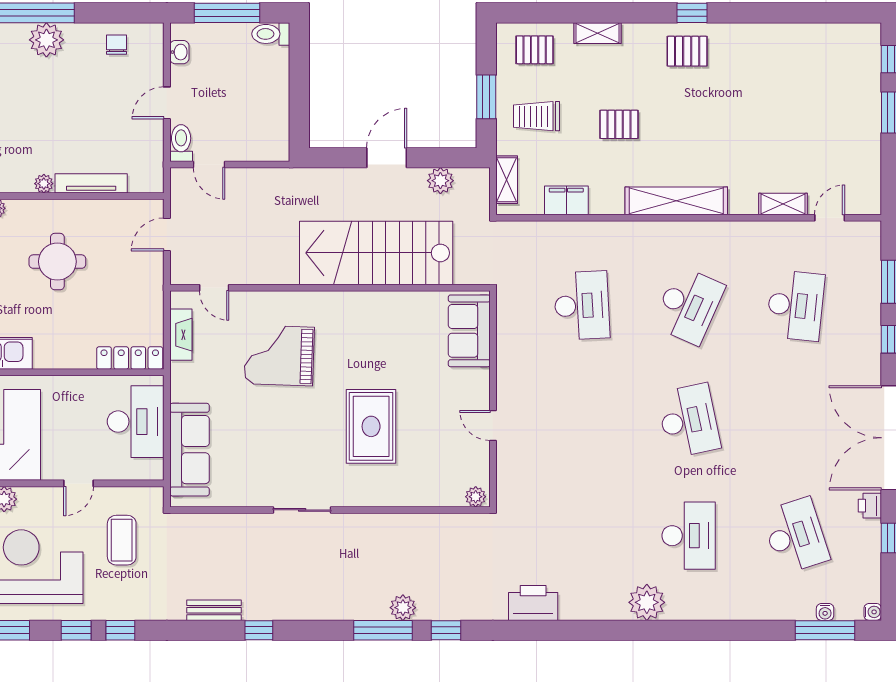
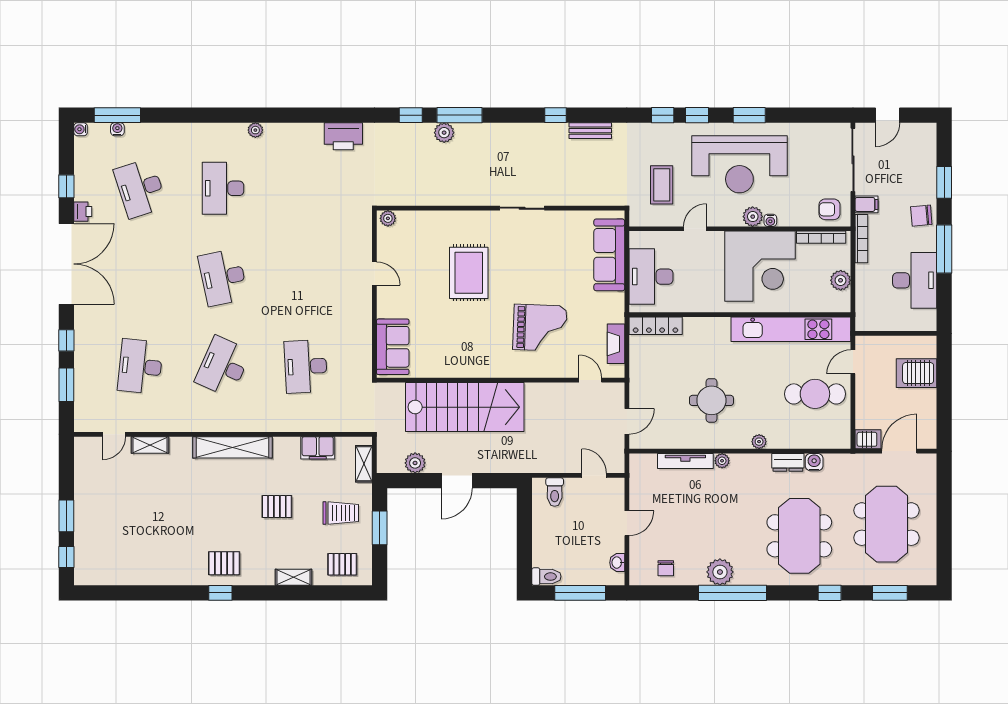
toilet: (181, 143) -> (555, 492), moved
plant: (647, 602) -> (255, 130), width x0.53, depth x0.53

